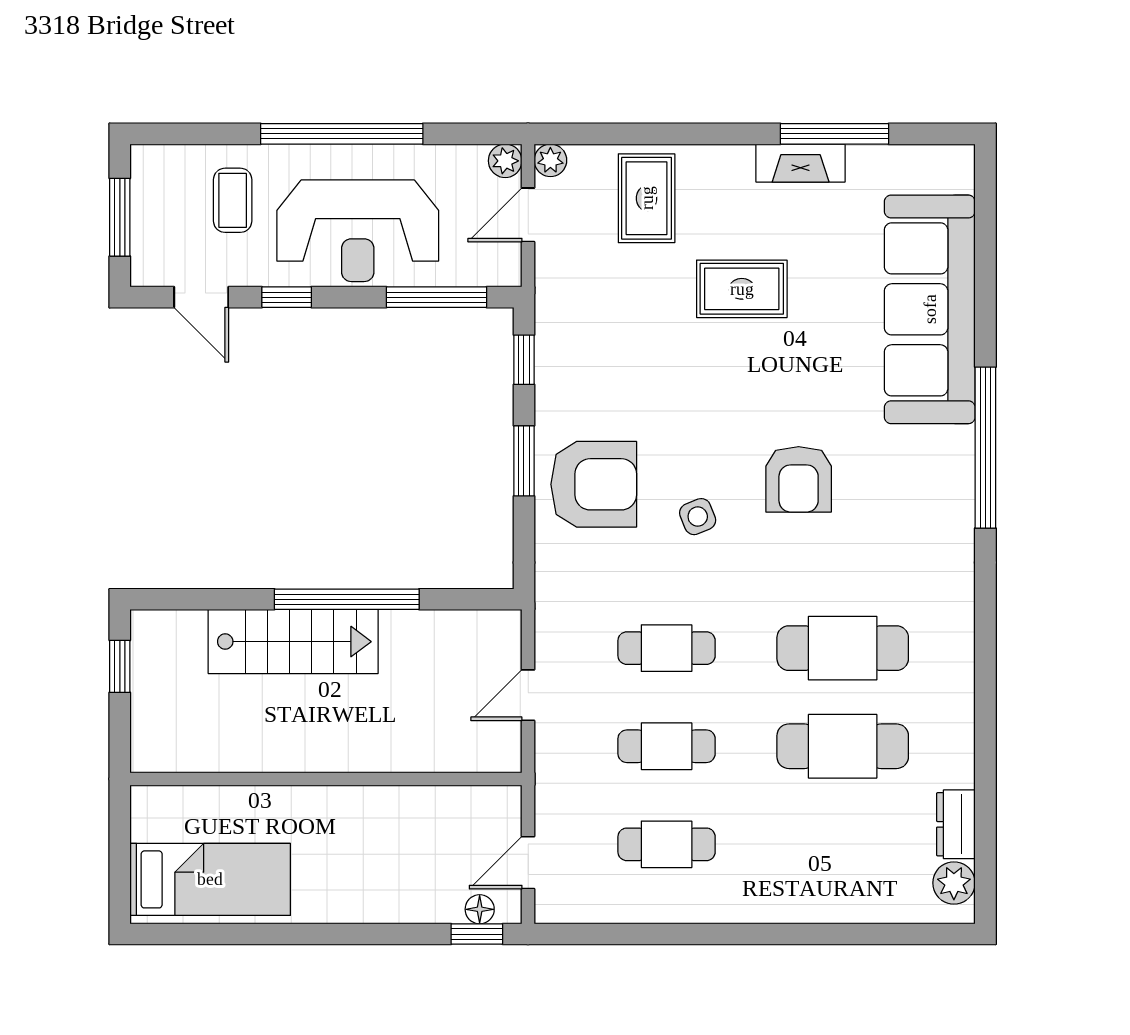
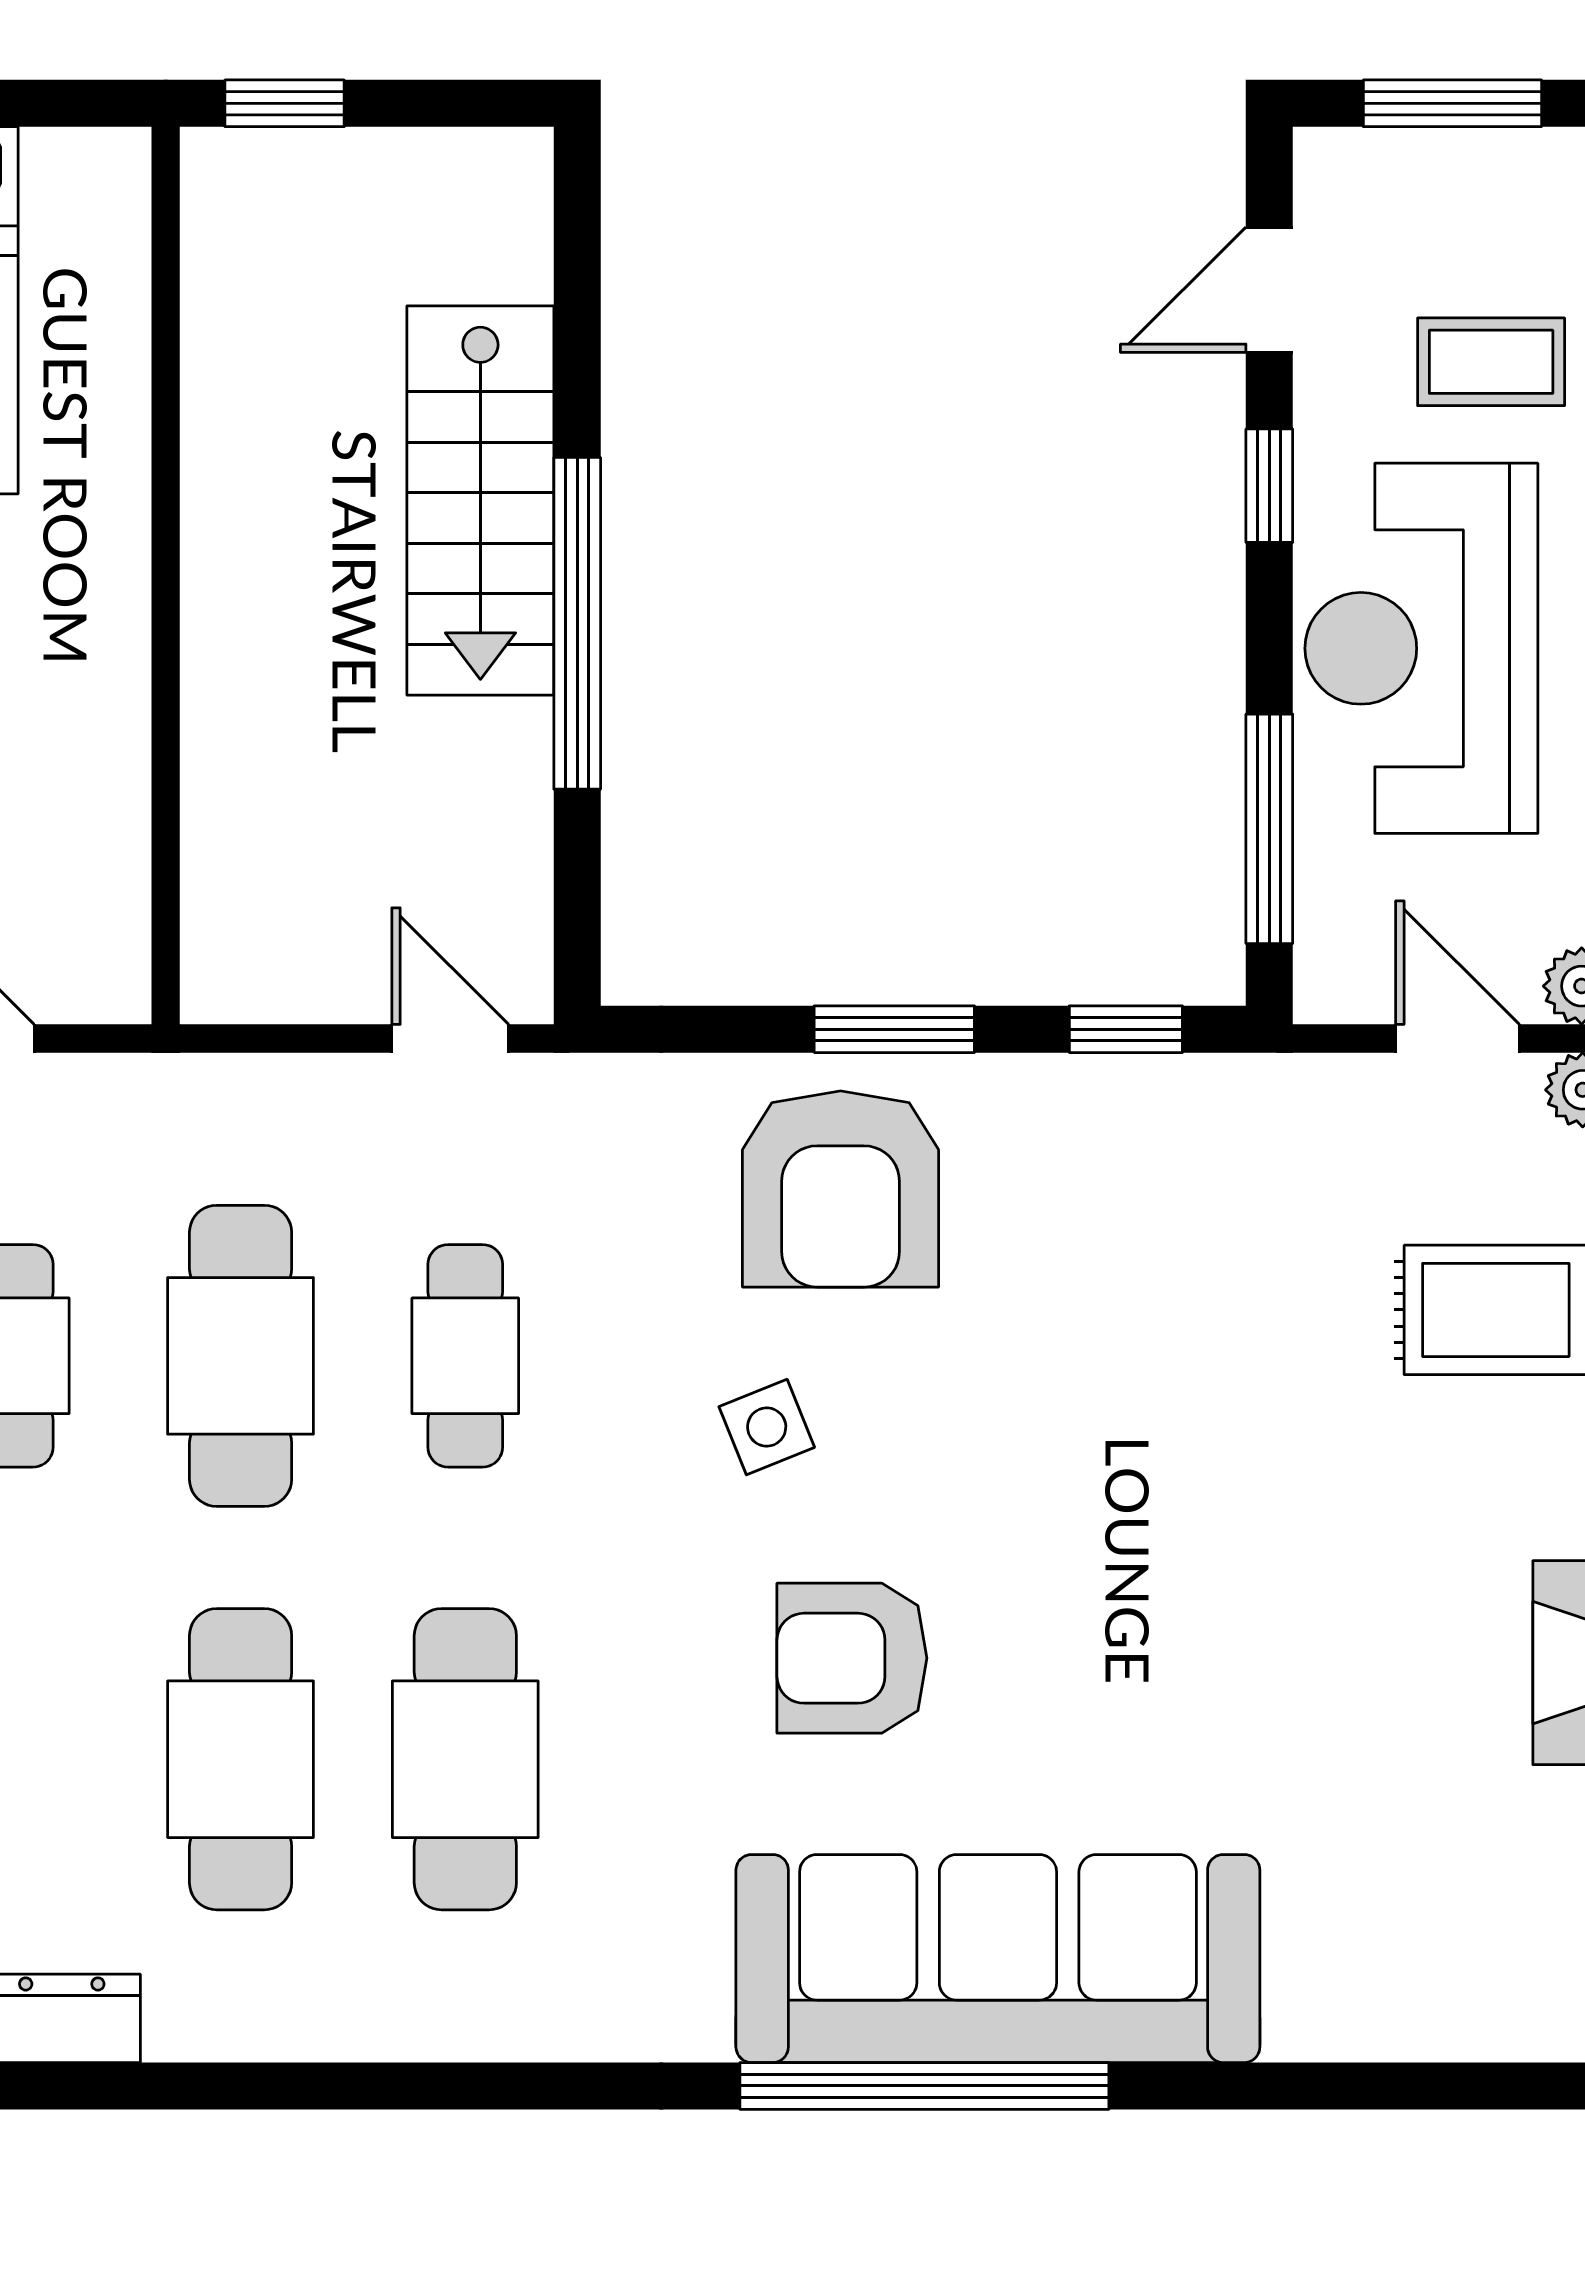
rug: (742, 289) -> (1288, 1528), removed
sofa: (930, 309) -> (998, 1959), moved
window: (120, 666) -> (285, 103), moved
door: (528, 695) -> (450, 1038), moved
cafe table: (667, 746) -> (241, 1356), width x1.37, depth x1.35

